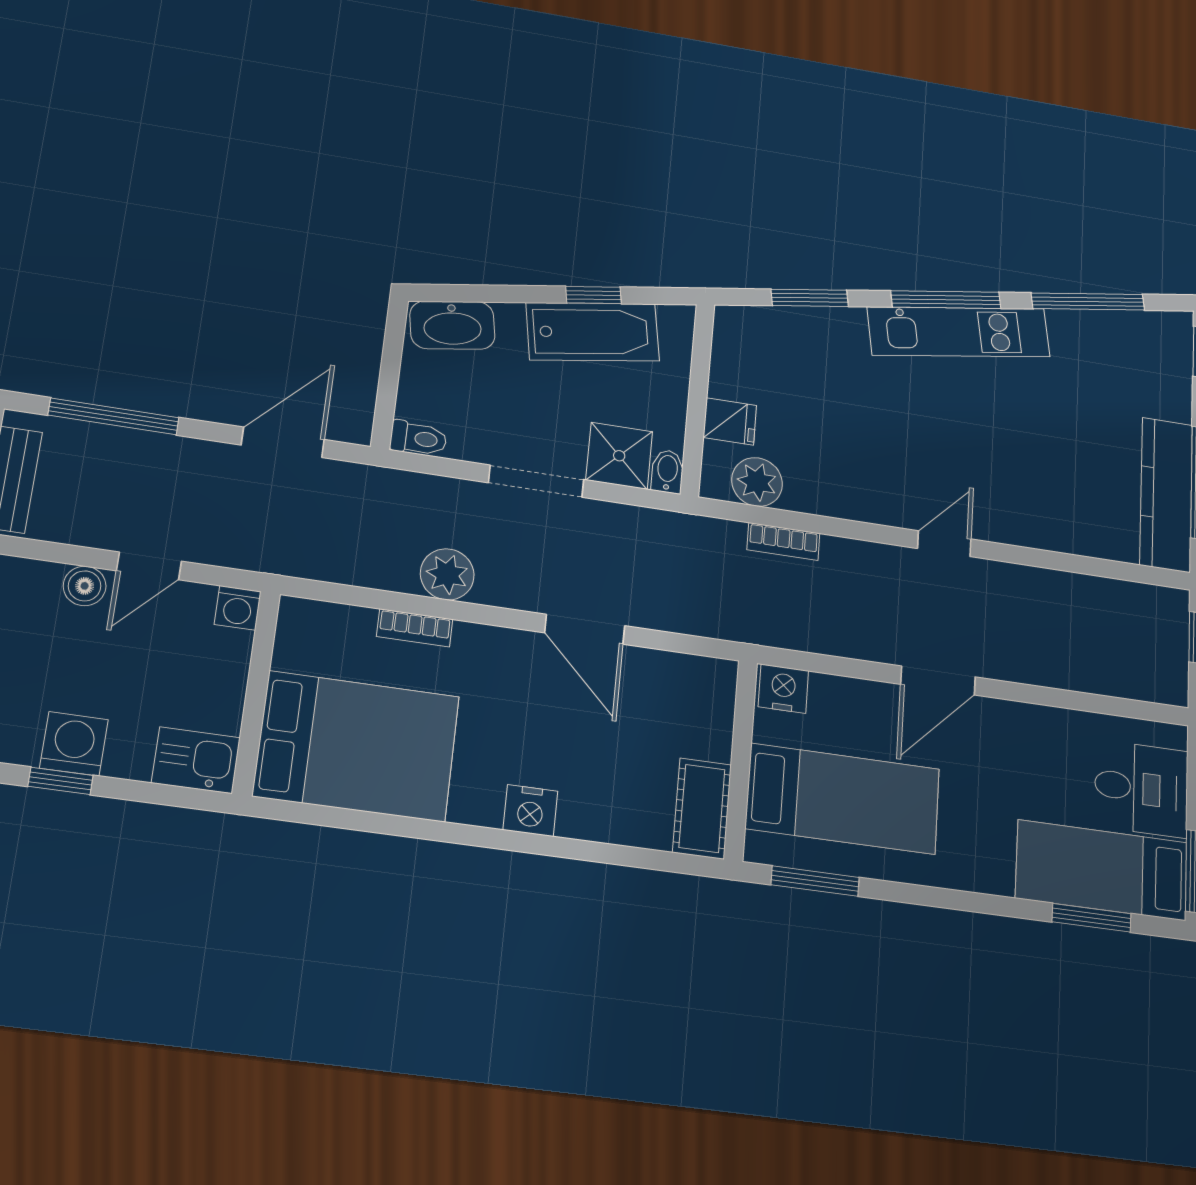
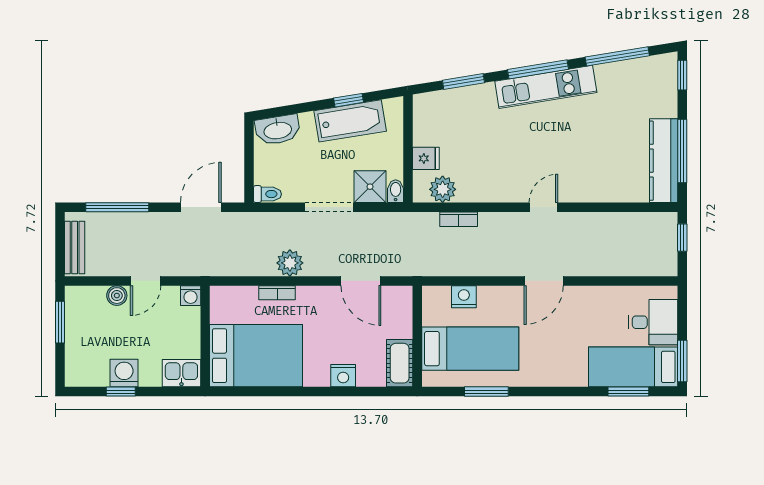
wall: (741, 760) -> (417, 336), moved
bed: (843, 799) -> (470, 349), moved
cot: (702, 808) -> (400, 363), moved

